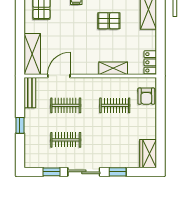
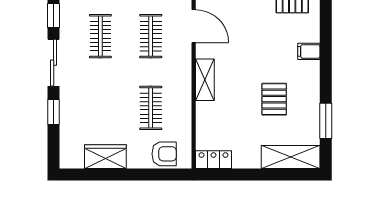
shelving: (113, 68) -> (205, 80), moved
armchair: (146, 96) -> (164, 154), turned 180
wardrobe: (148, 154) -> (105, 157), moved

